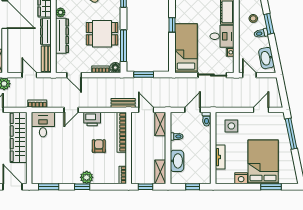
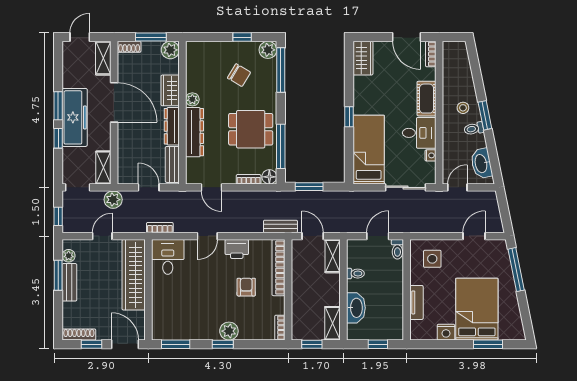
door: (249, 75) -> (457, 187), hinge flipped

